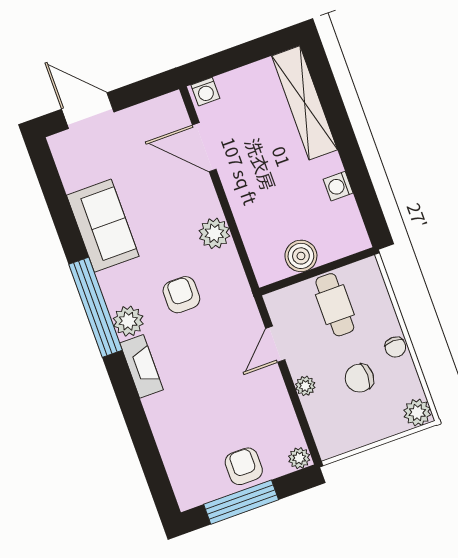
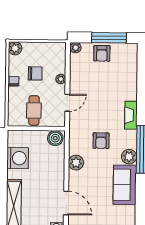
washing machine: (338, 186) -> (18, 158), width x1.89, depth x1.89
boiler: (301, 256) -> (55, 138), moved
plant: (128, 321) -> (129, 157), moved

